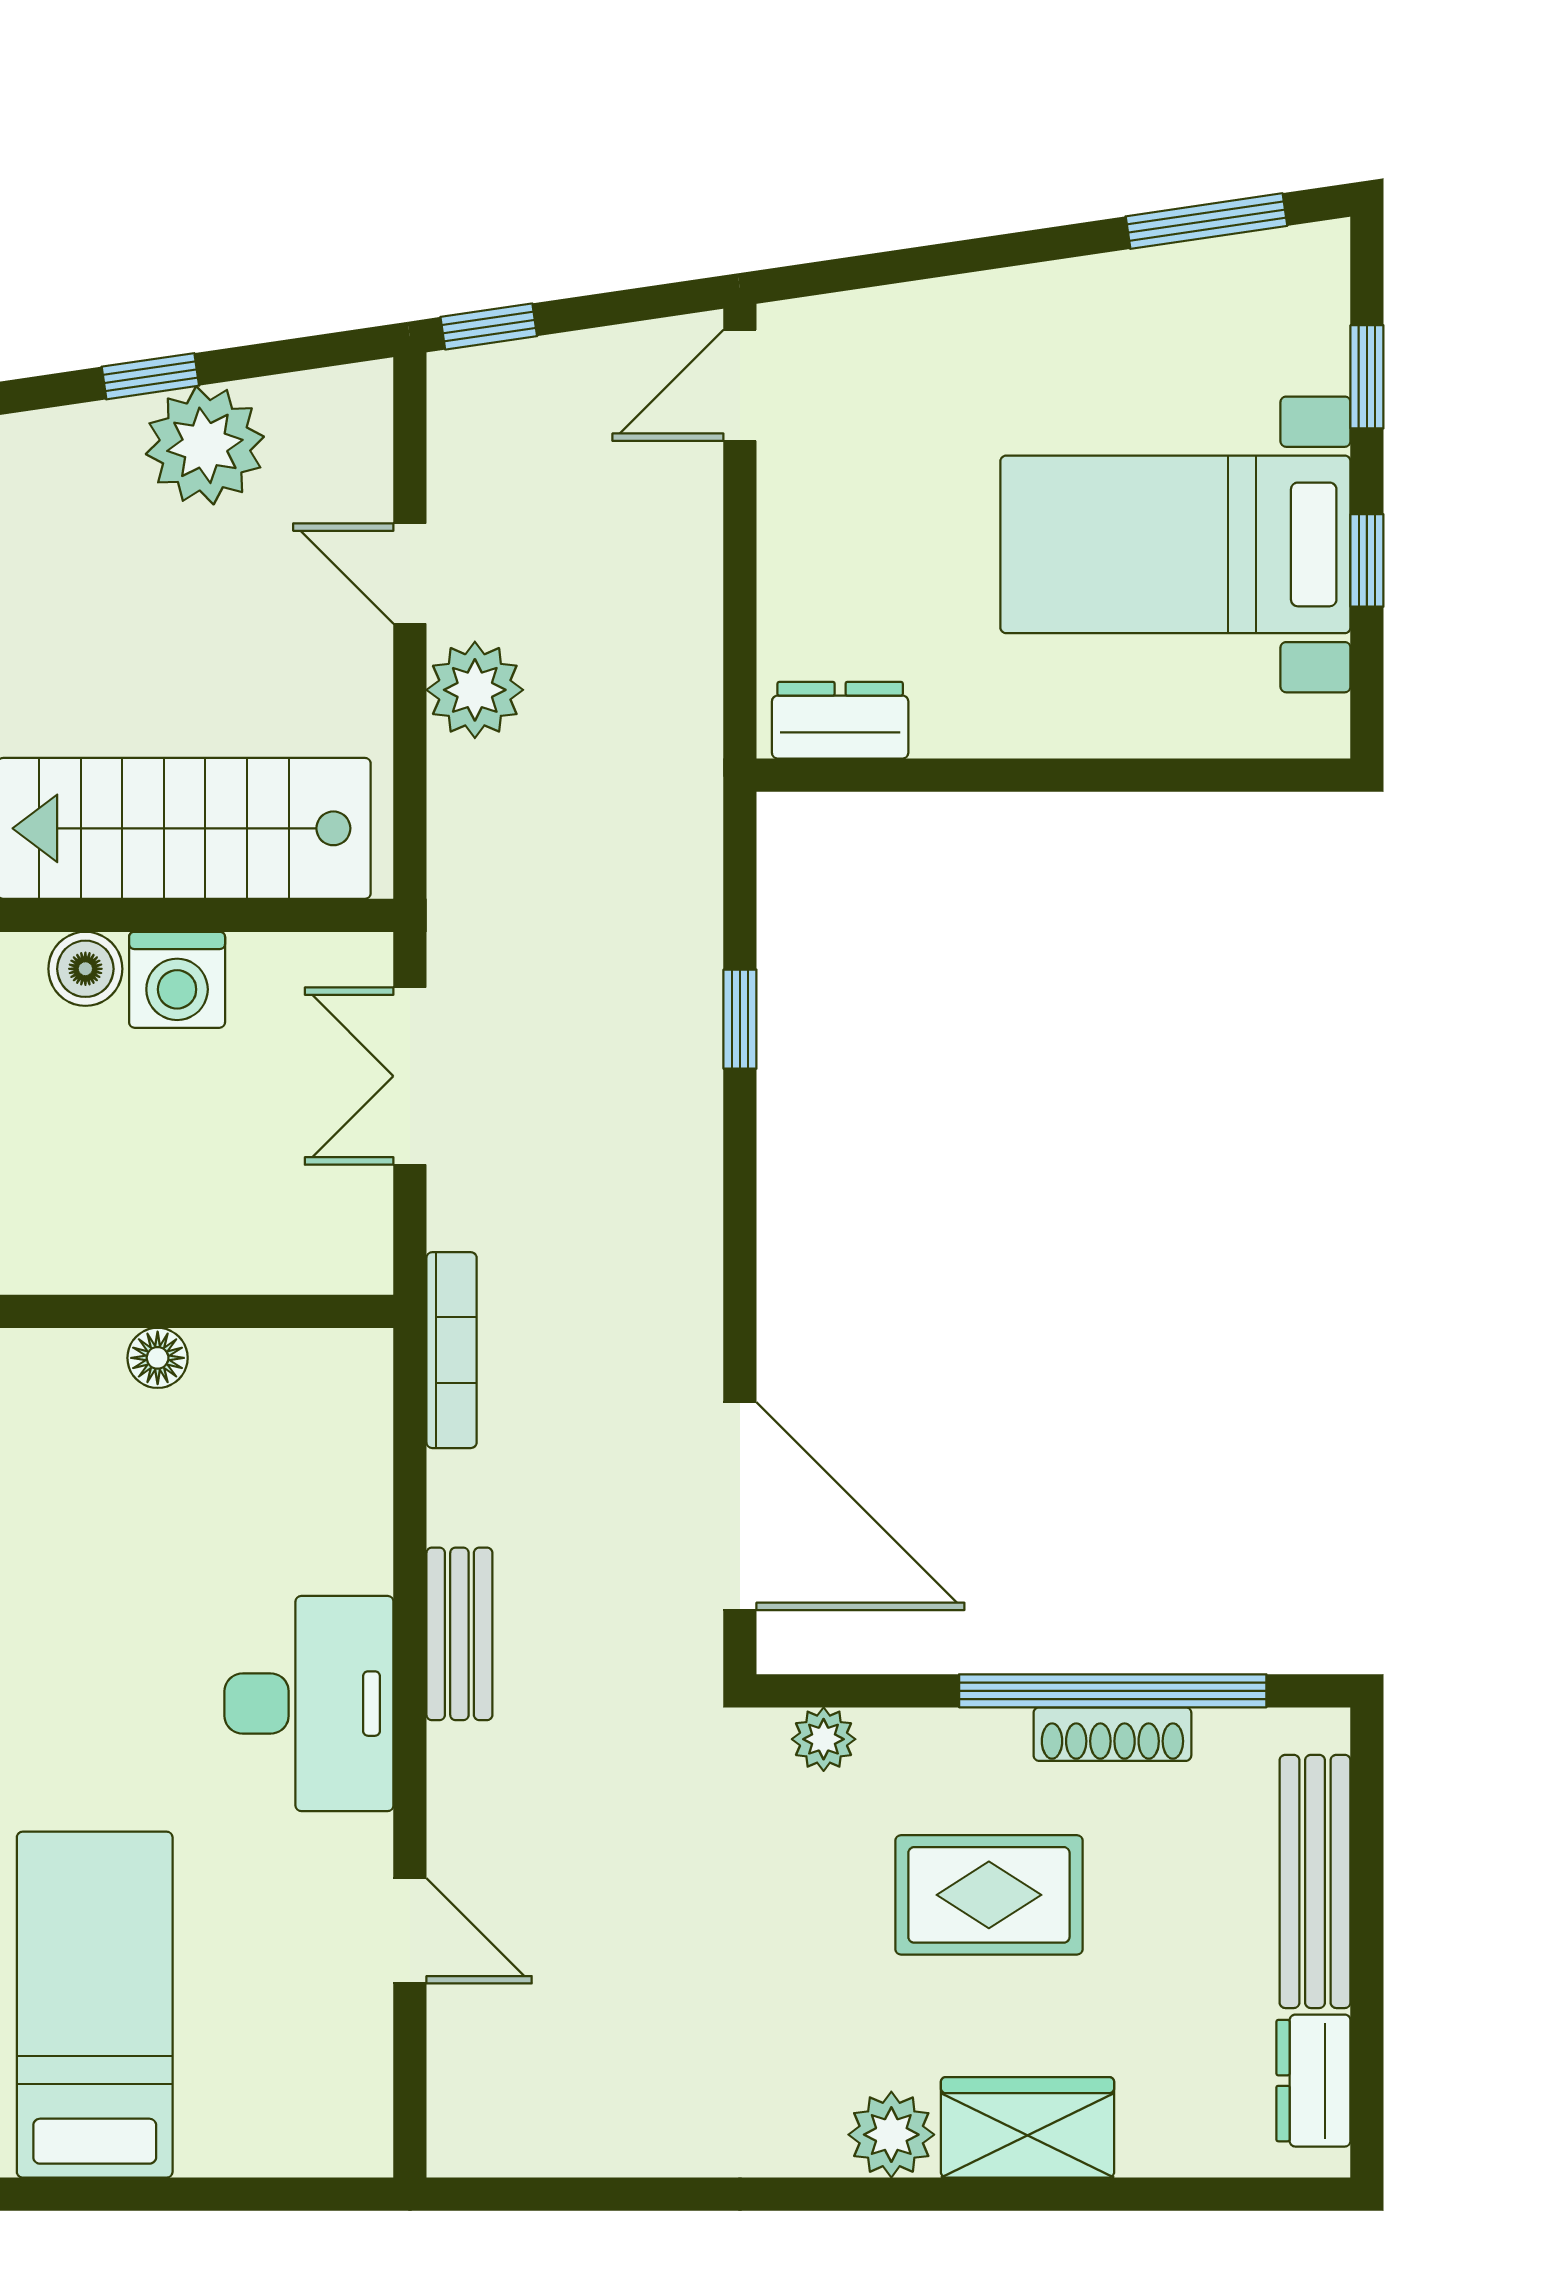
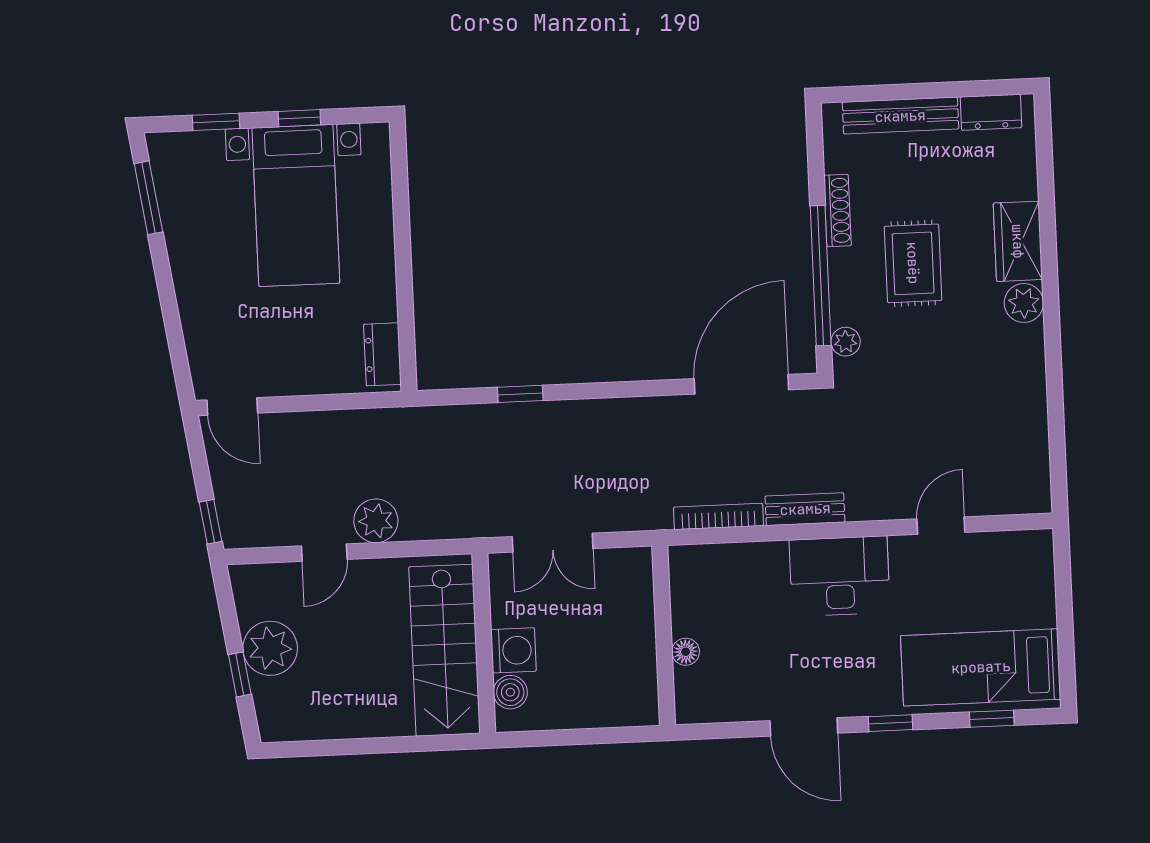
bookcase: (452, 1350) -> (718, 516), moved
window: (1113, 1691) -> (821, 276), moved

